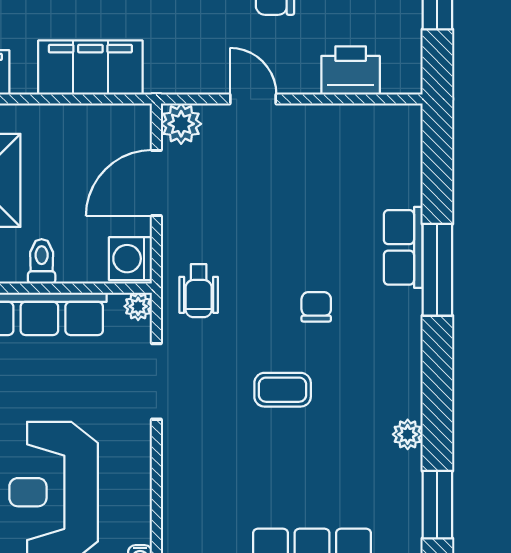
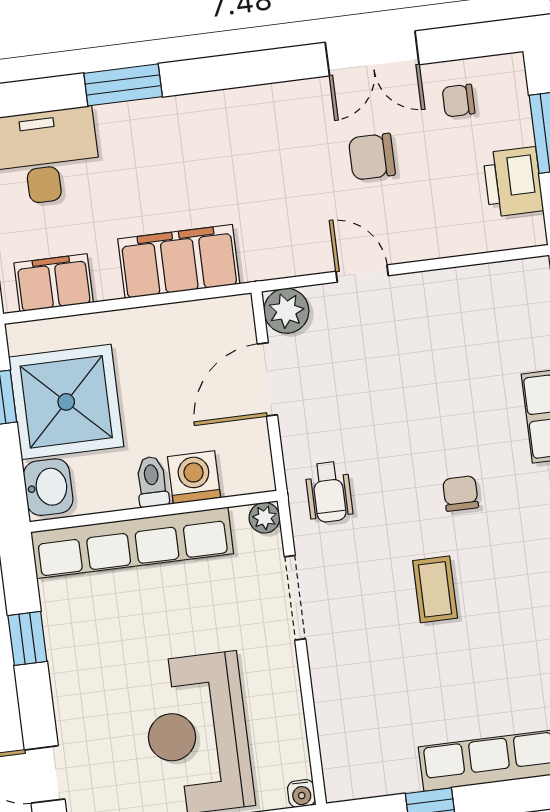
printer: (351, 70) -> (513, 182), moved, turned -90
washing machine: (130, 259) -> (194, 477), moved, turned 90
coffee table: (283, 390) -> (435, 589), turned 90

